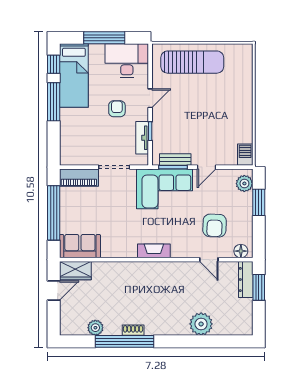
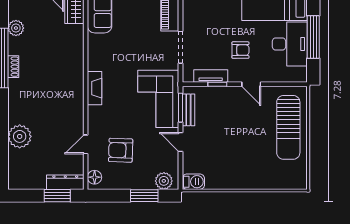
desk: (127, 61) -> (290, 44), moved

